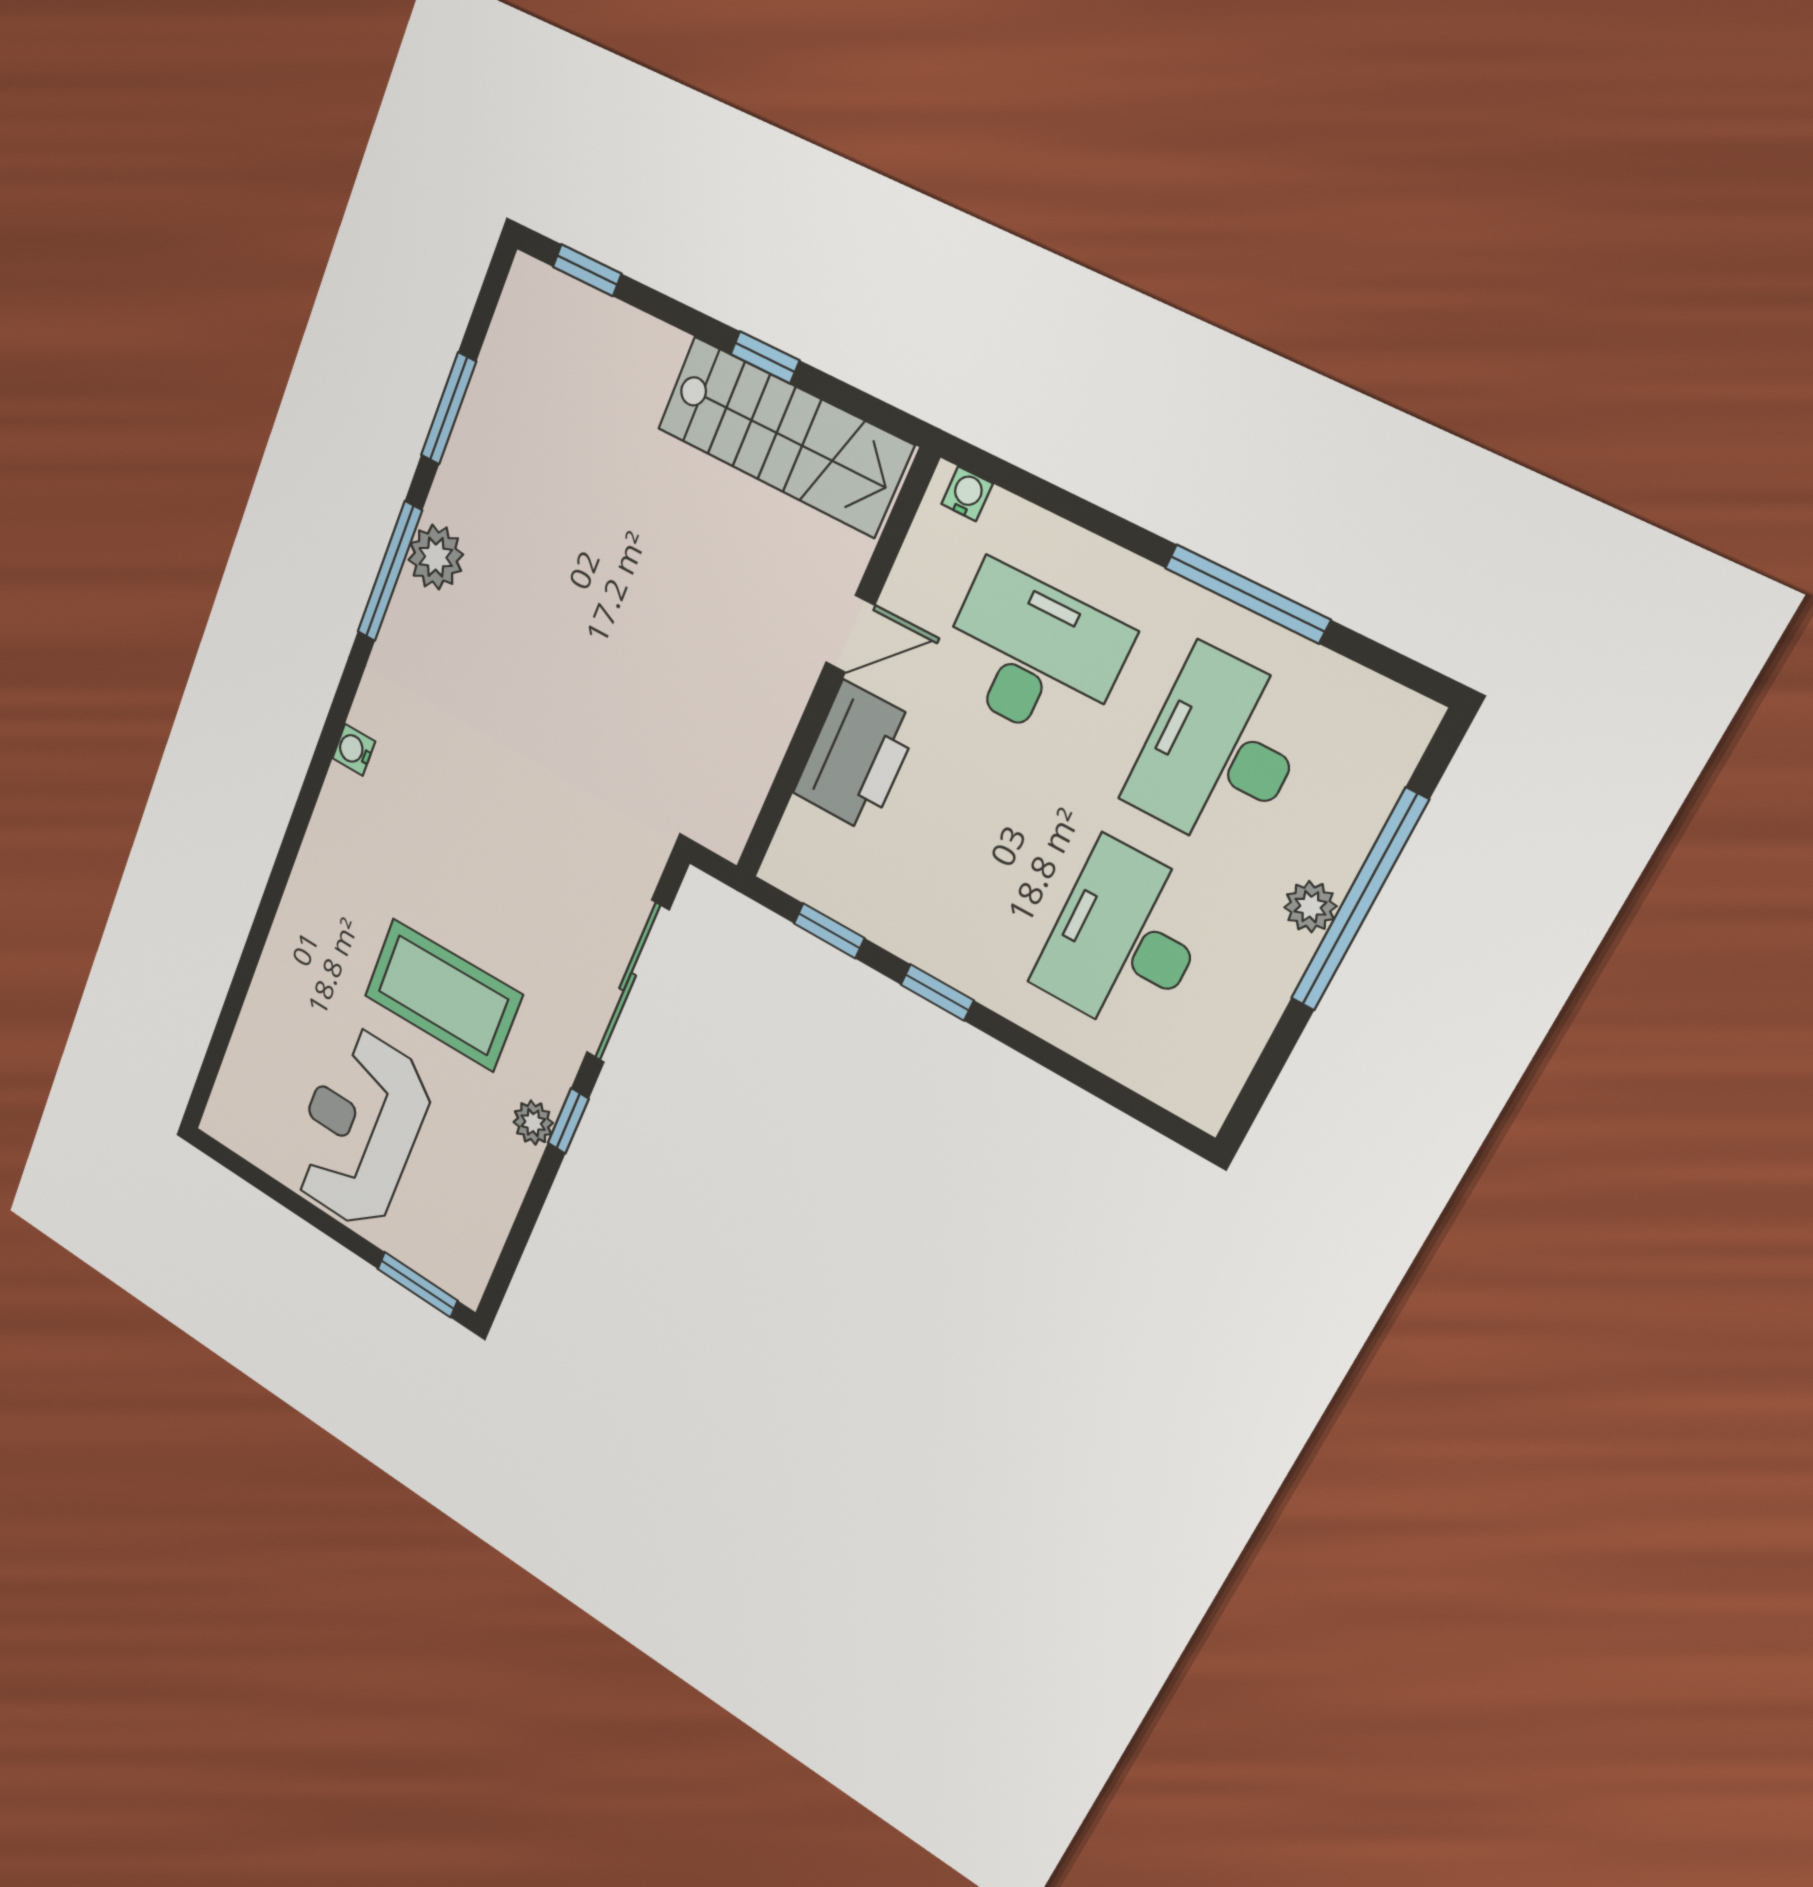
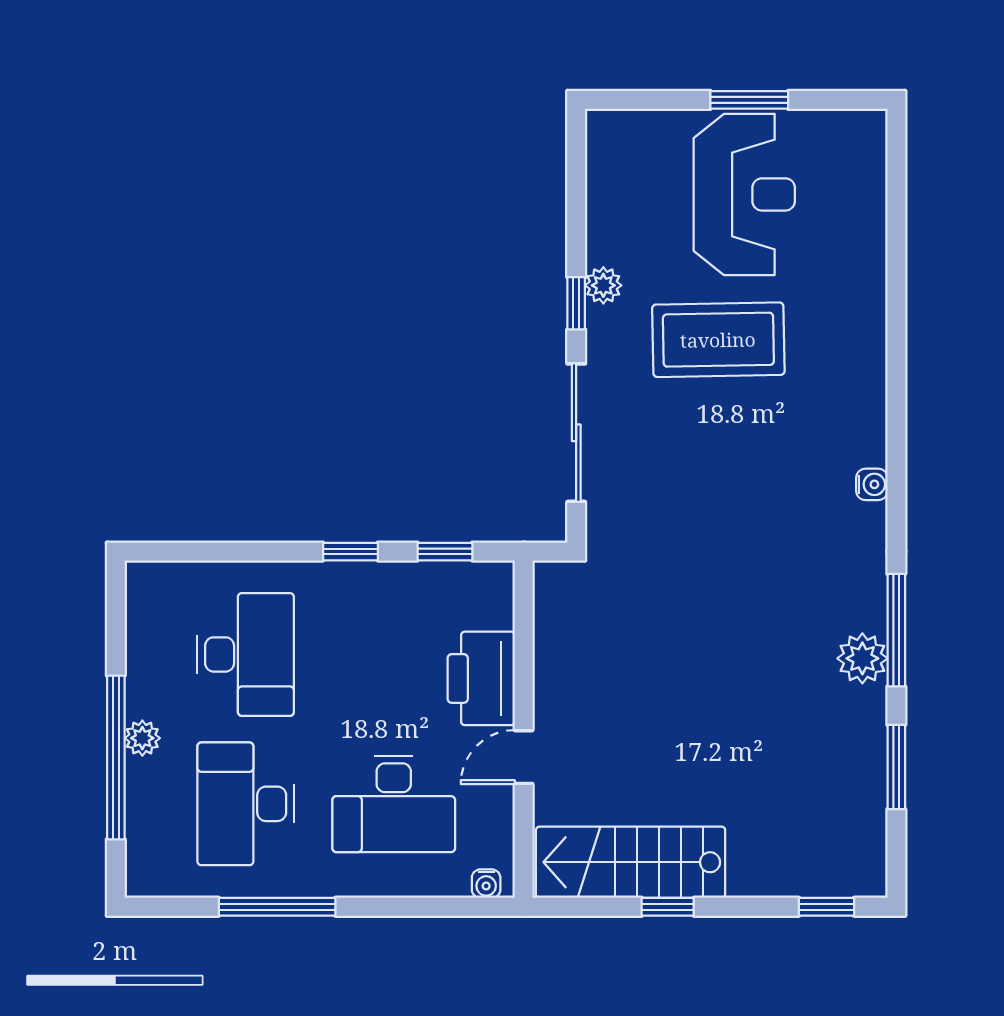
desk: (1219, 751) -> (246, 804), turned 180
window: (417, 1285) -> (749, 100), moved

